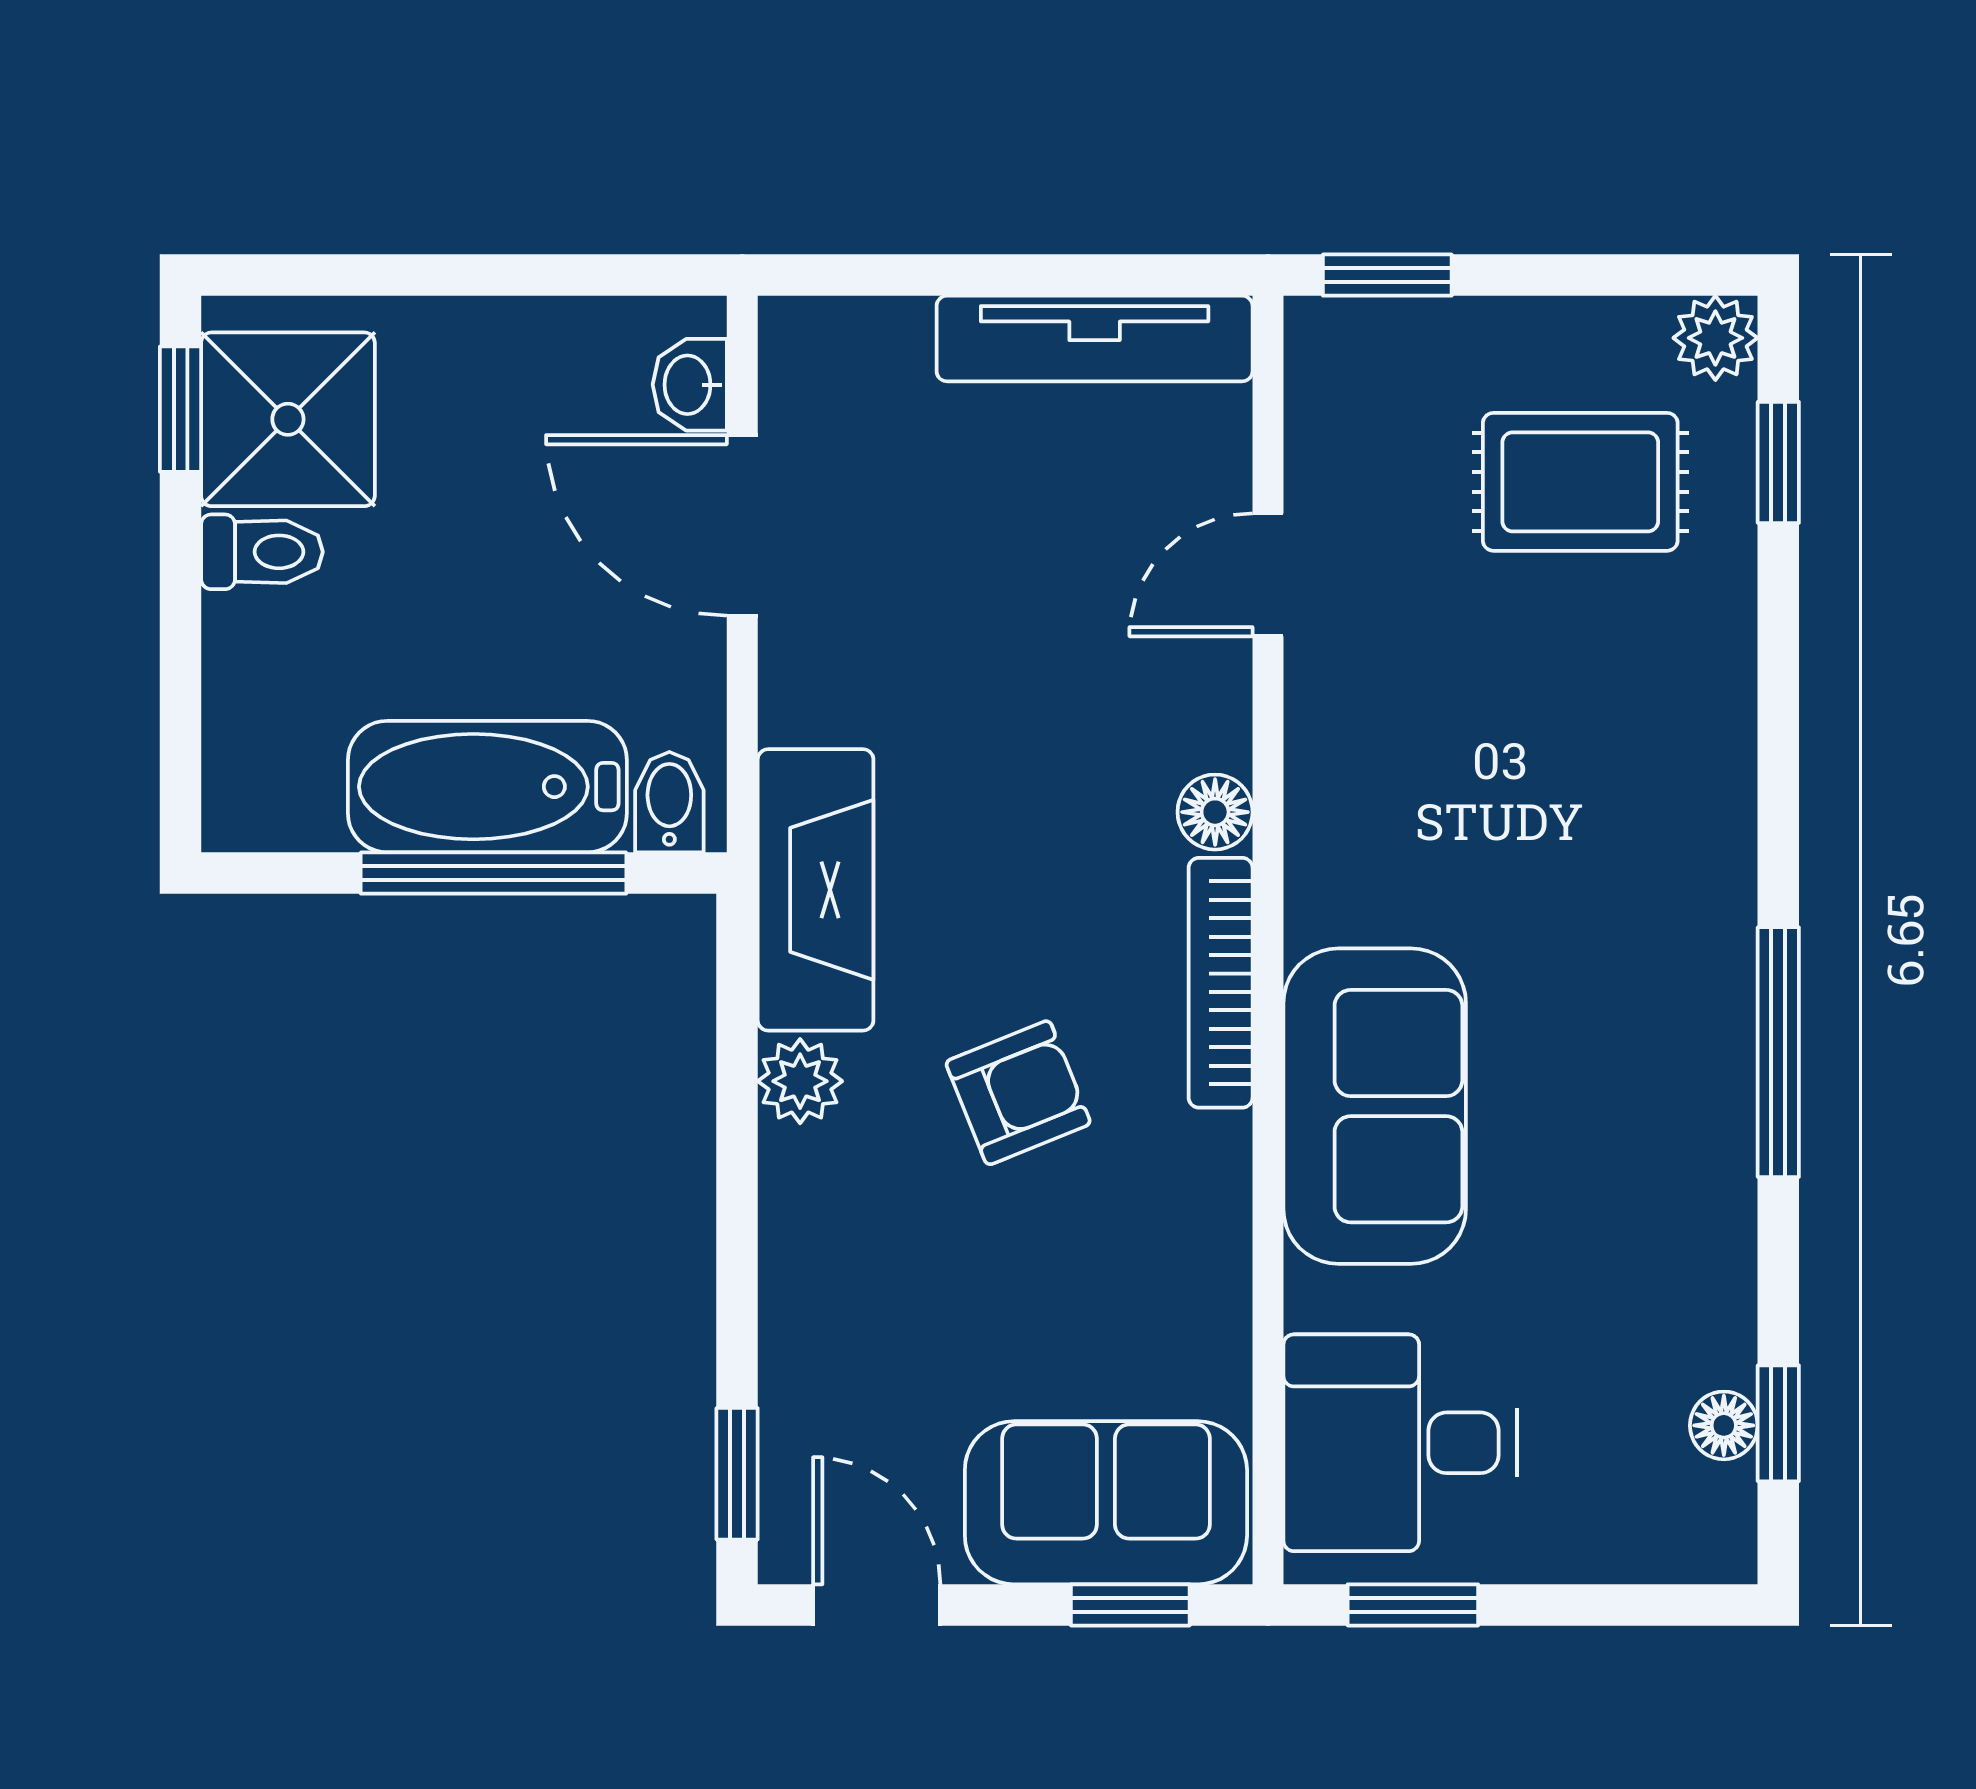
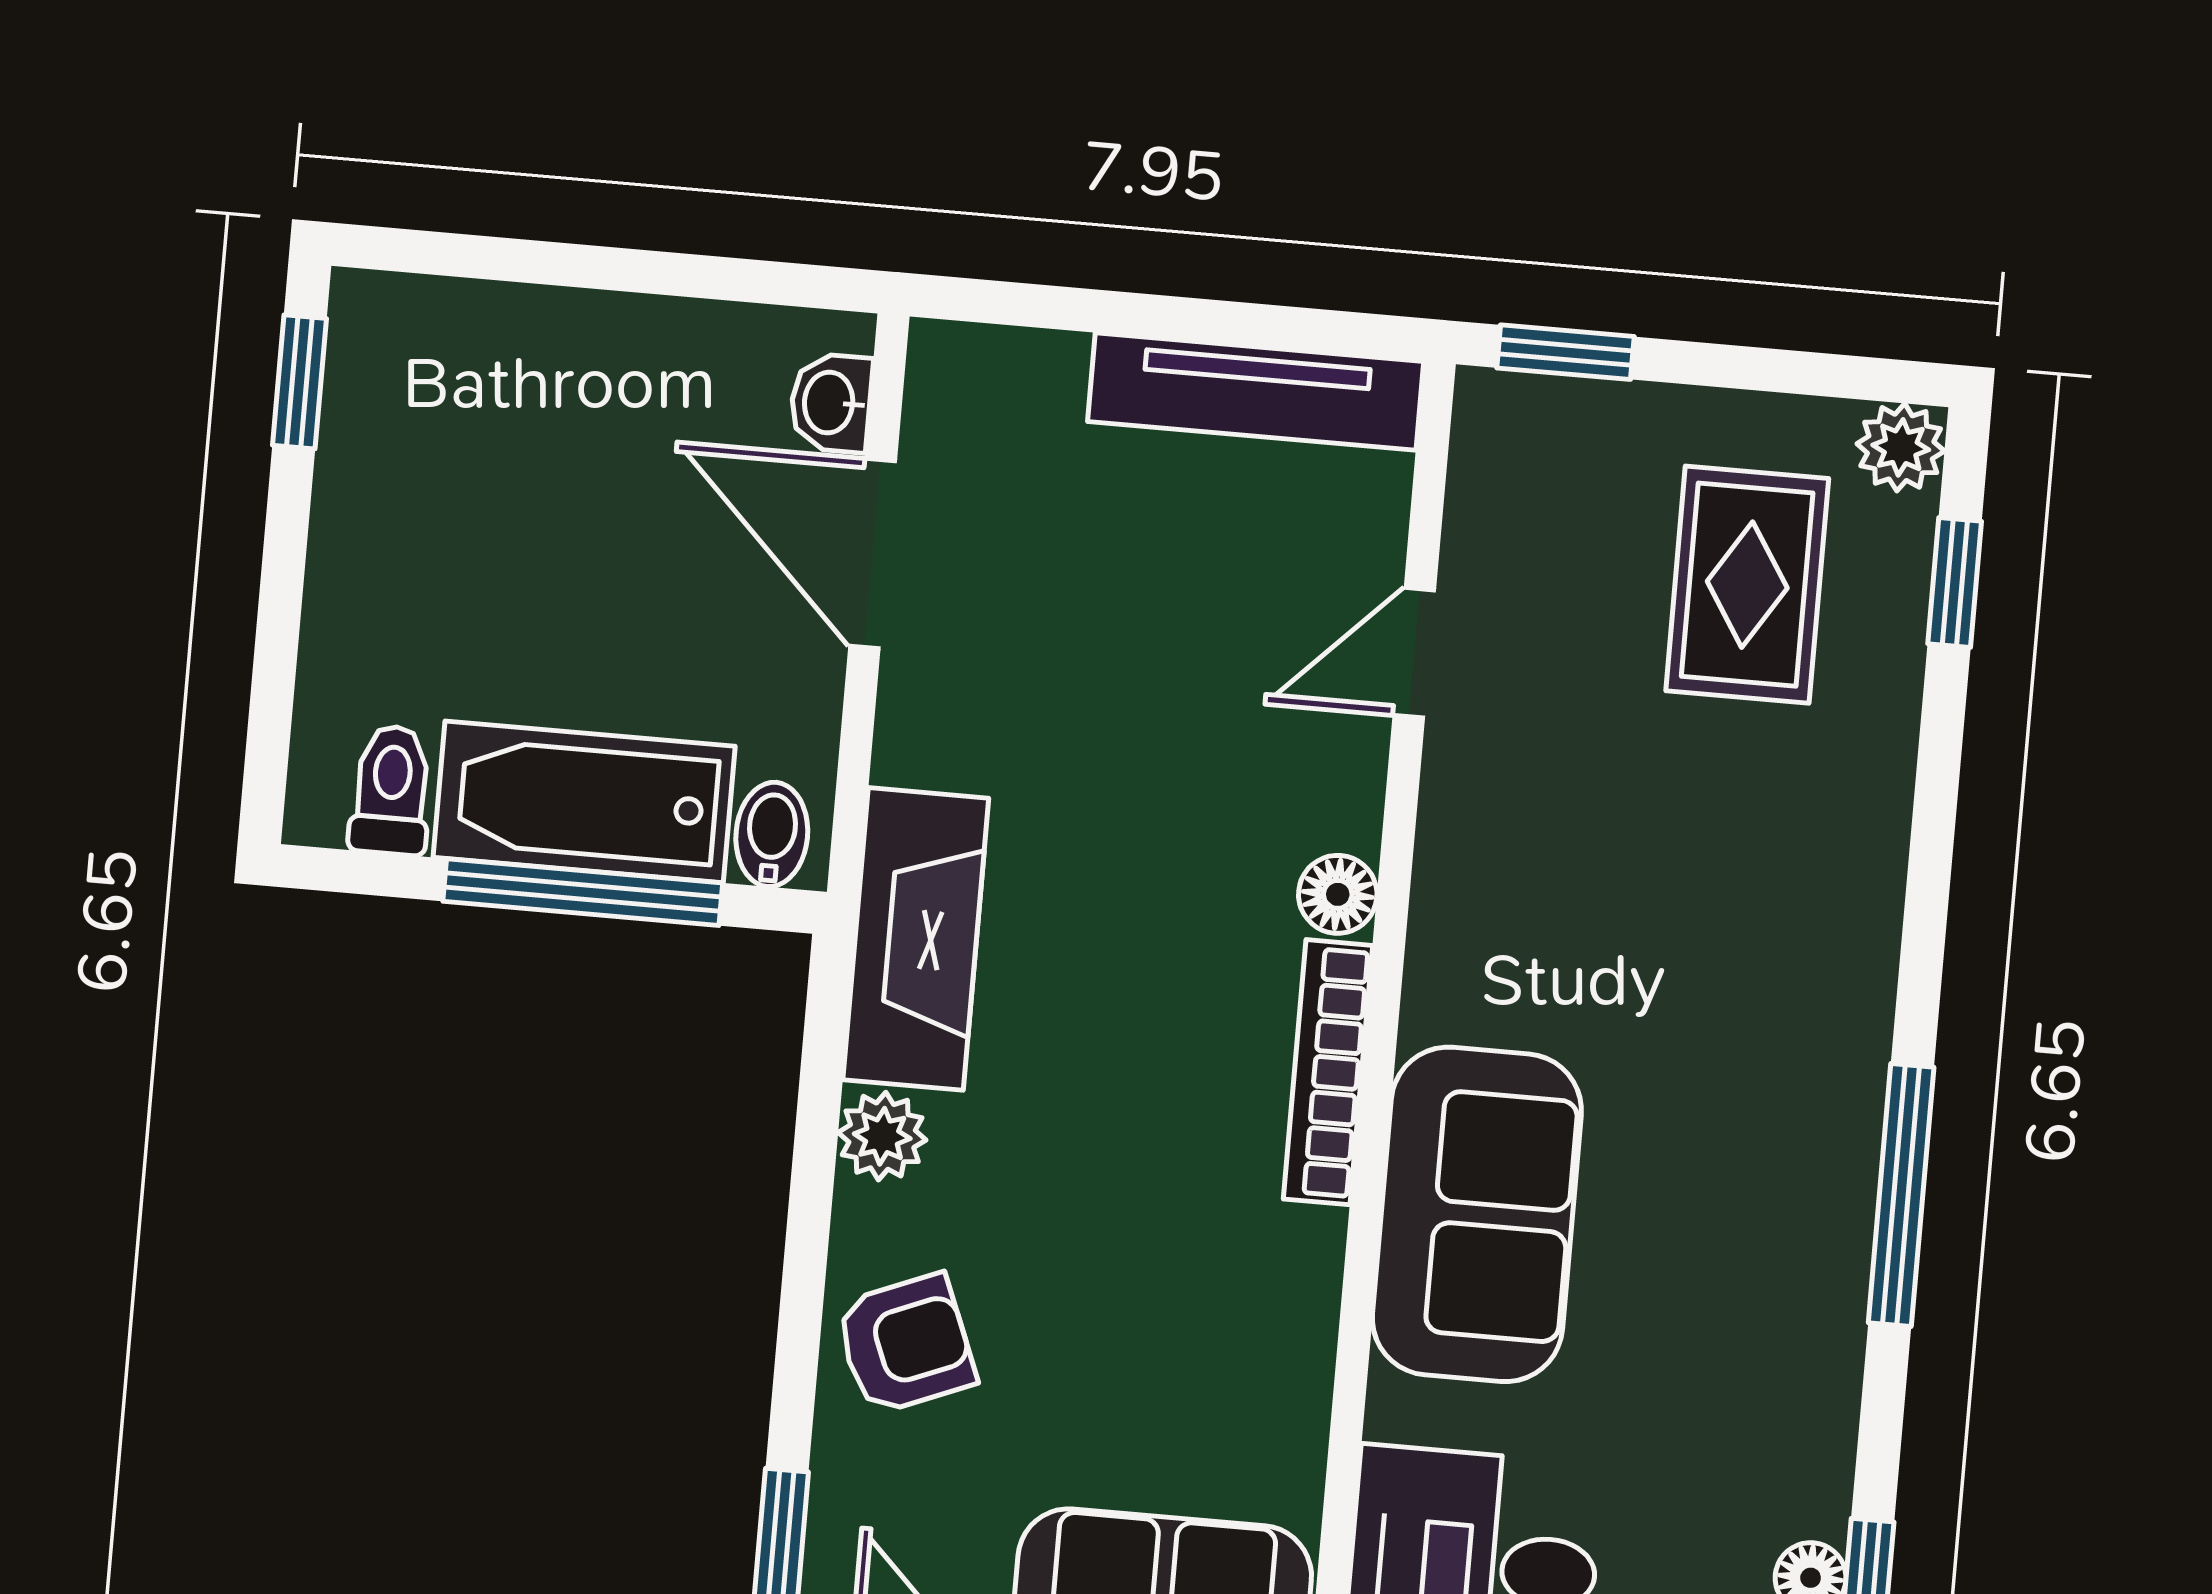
shower: (288, 419) -> (410, 402), removed
rug: (1580, 482) -> (1747, 585), turned 90
toilet: (262, 552) -> (391, 790), moved, turned -90
armchair: (1018, 1093) -> (905, 1344), moved

